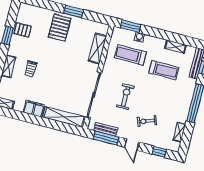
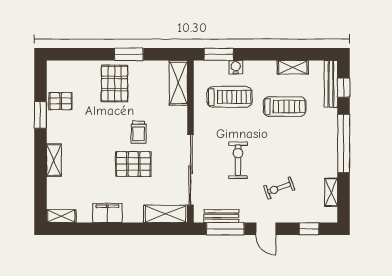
shelving: (97, 48) -> (178, 83), moved
treadmill: (130, 55) -> (229, 97), turned 180
trolley: (31, 69) -> (139, 132), moved
pallet: (58, 82) -> (133, 164), added
shelving: (64, 117) -> (166, 214), width x0.68

